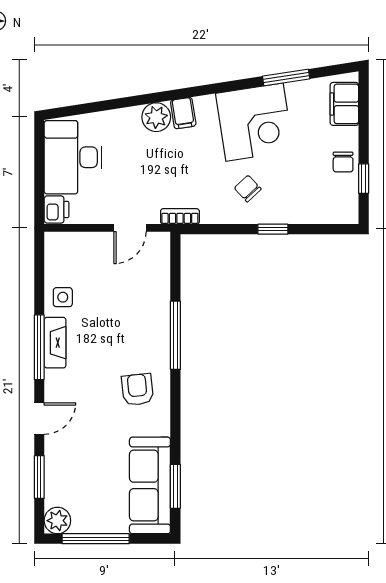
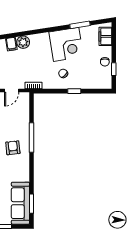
filing cabinet: (183, 113) -> (11, 44), moved
armchair: (137, 390) -> (13, 148), moved

